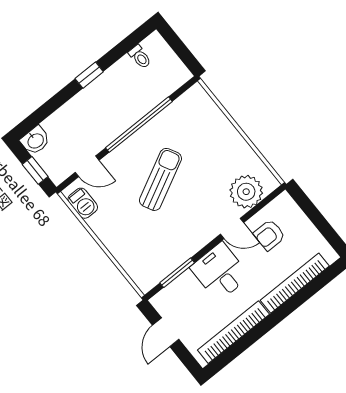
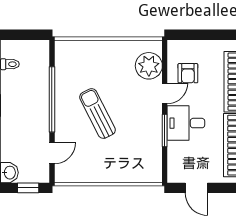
barbecue: (83, 203) -> (73, 175), removed
window: (177, 273) -> (165, 131), moved

